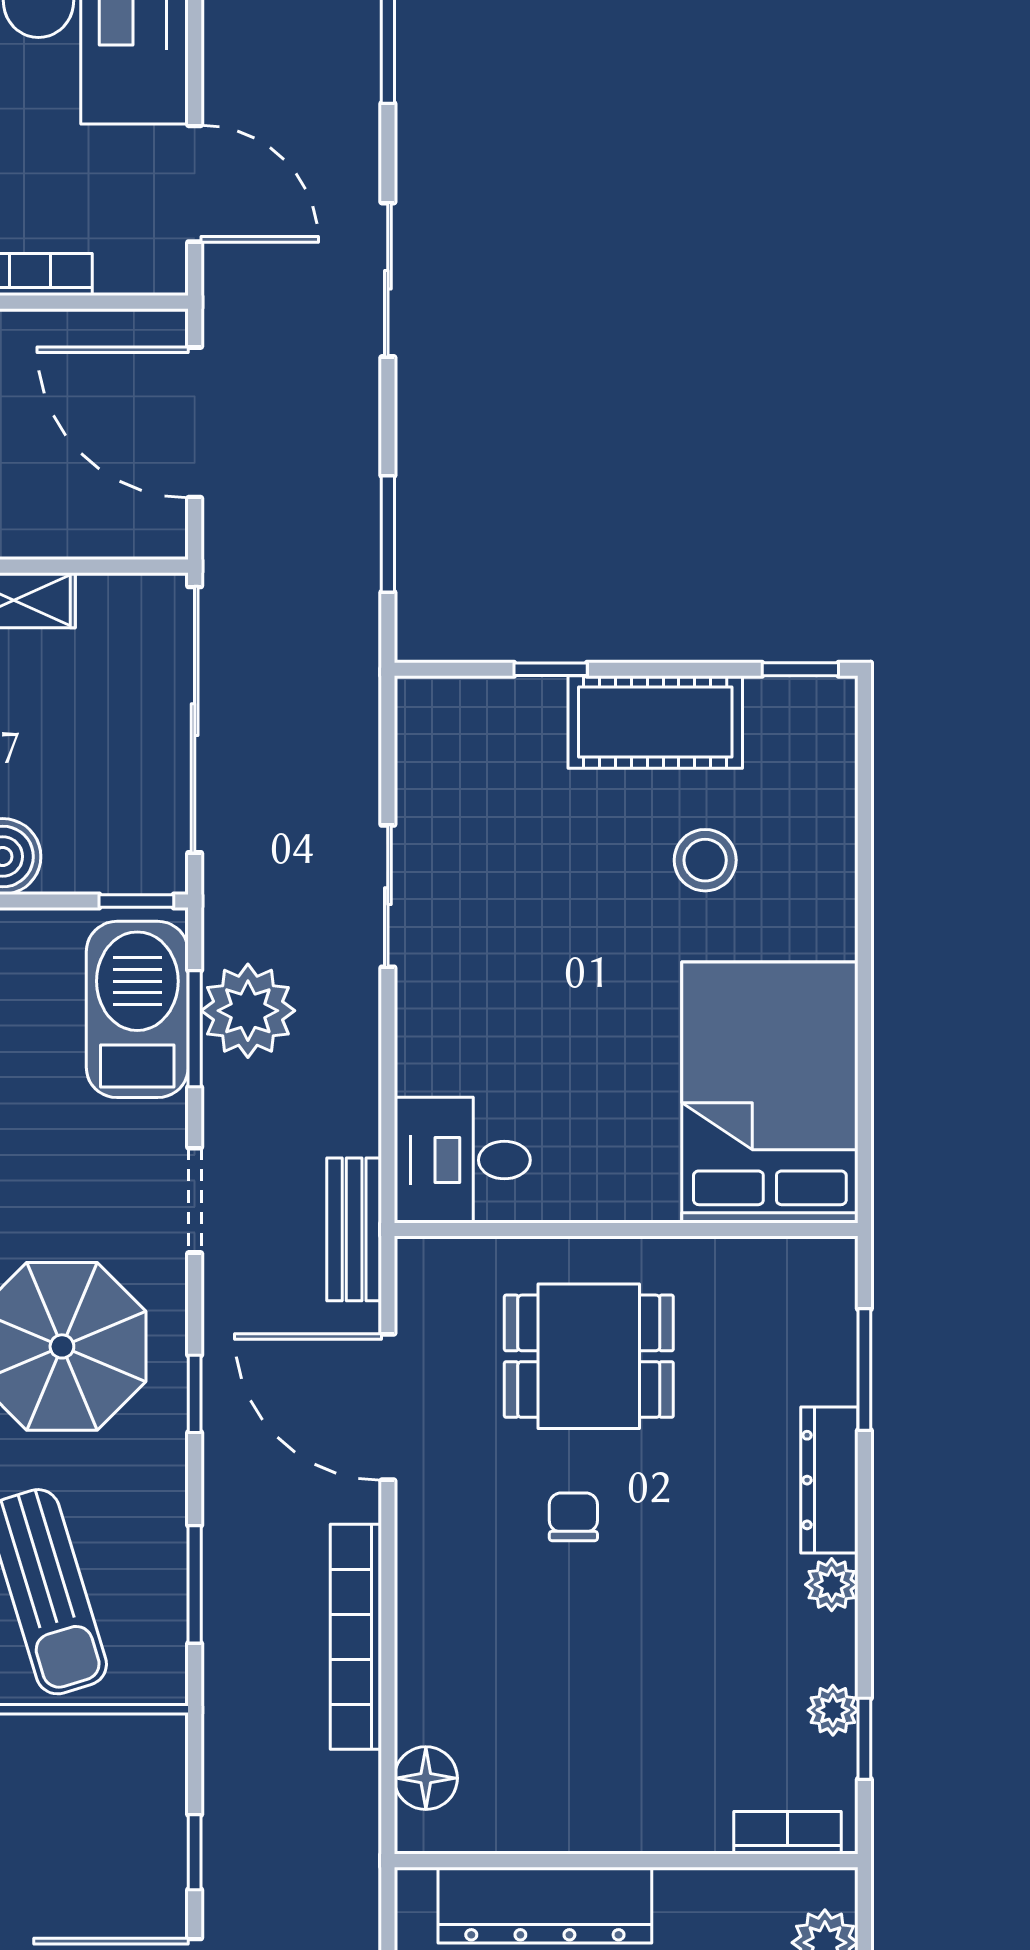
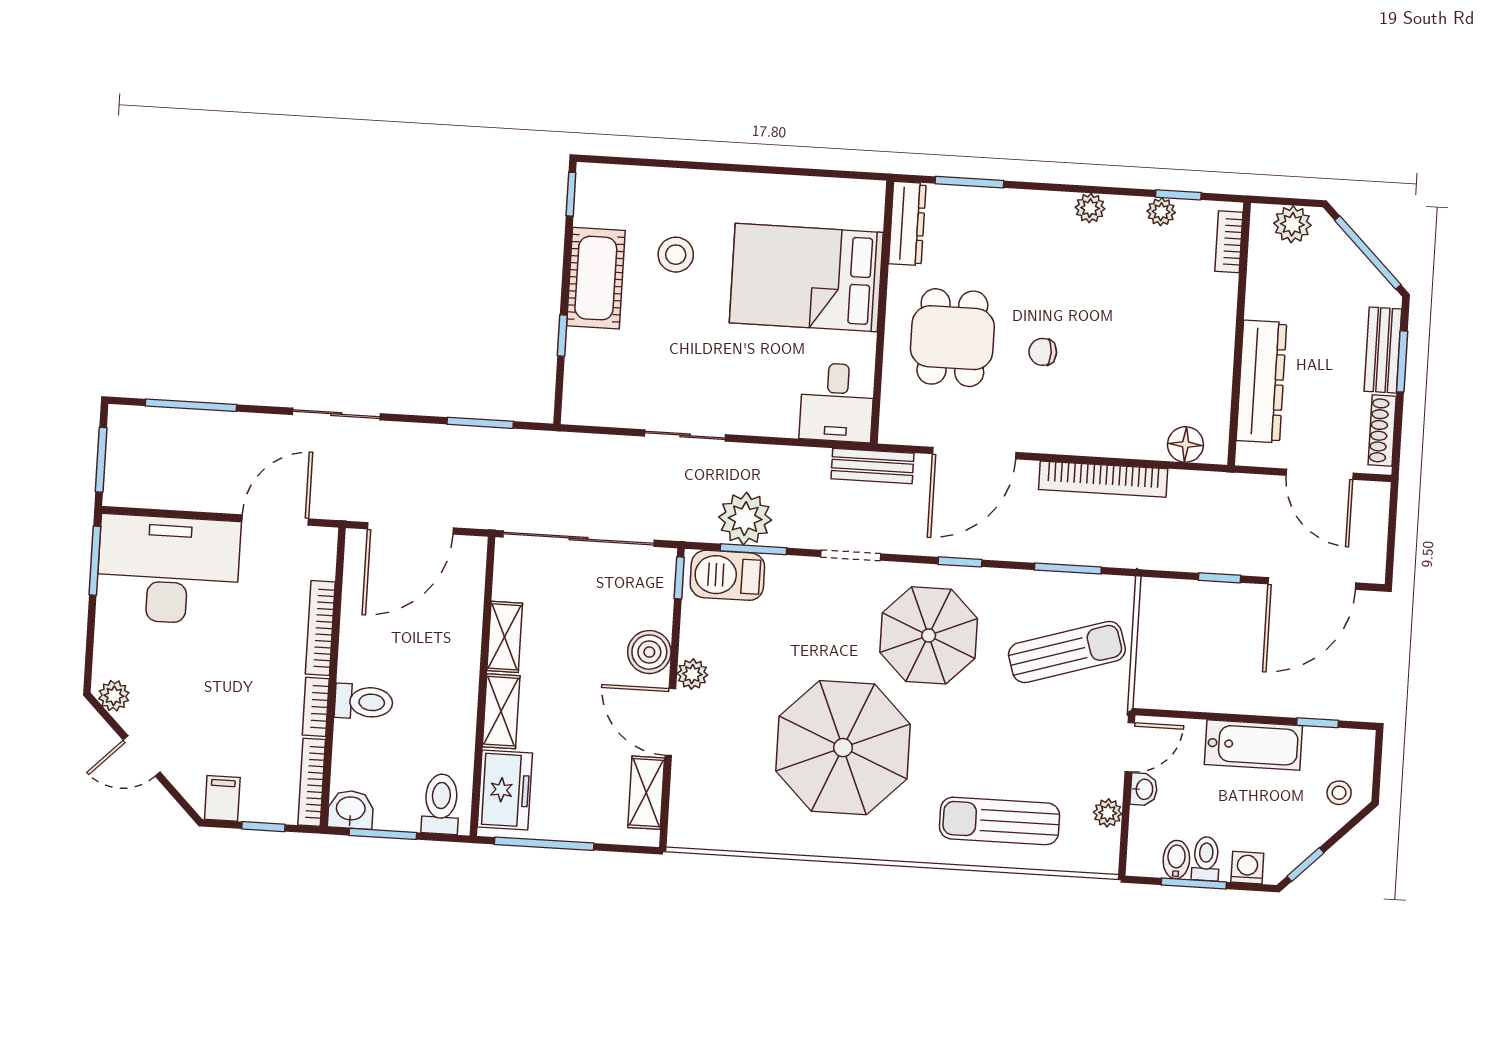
barbecue: (137, 1009) -> (727, 575), width x0.73, depth x0.83
bed: (770, 1093) -> (806, 278), moved
dresser: (829, 1480) -> (907, 223), moved, turned -90

